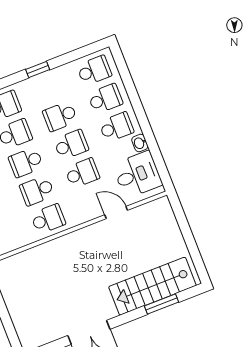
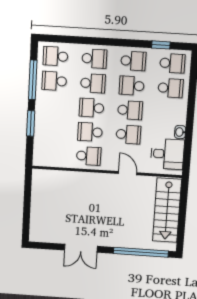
window: (38, 69) -> (161, 45), moved
school desk: (116, 127) -> (133, 61), moved
door: (116, 213) -> (128, 173), moved
stairs: (152, 286) -> (167, 210), moved, turned -90
window: (161, 304) -> (141, 252), width x2.11

